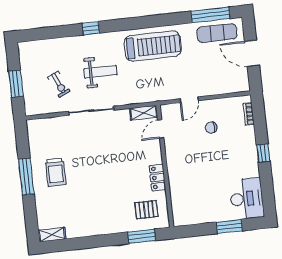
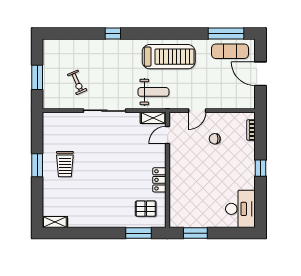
weight bench: (100, 72) -> (153, 92), moved
window: (26, 177) -> (37, 165), width x0.69
window: (229, 226) -> (195, 233), moved

